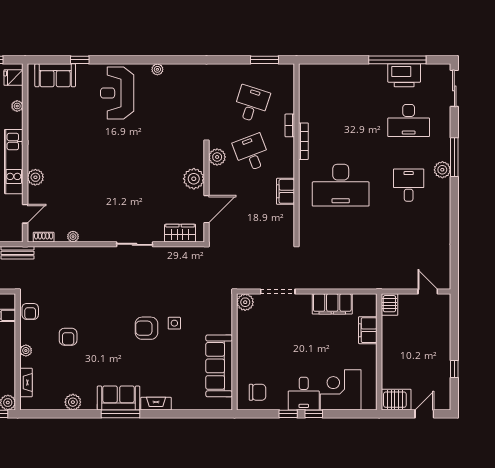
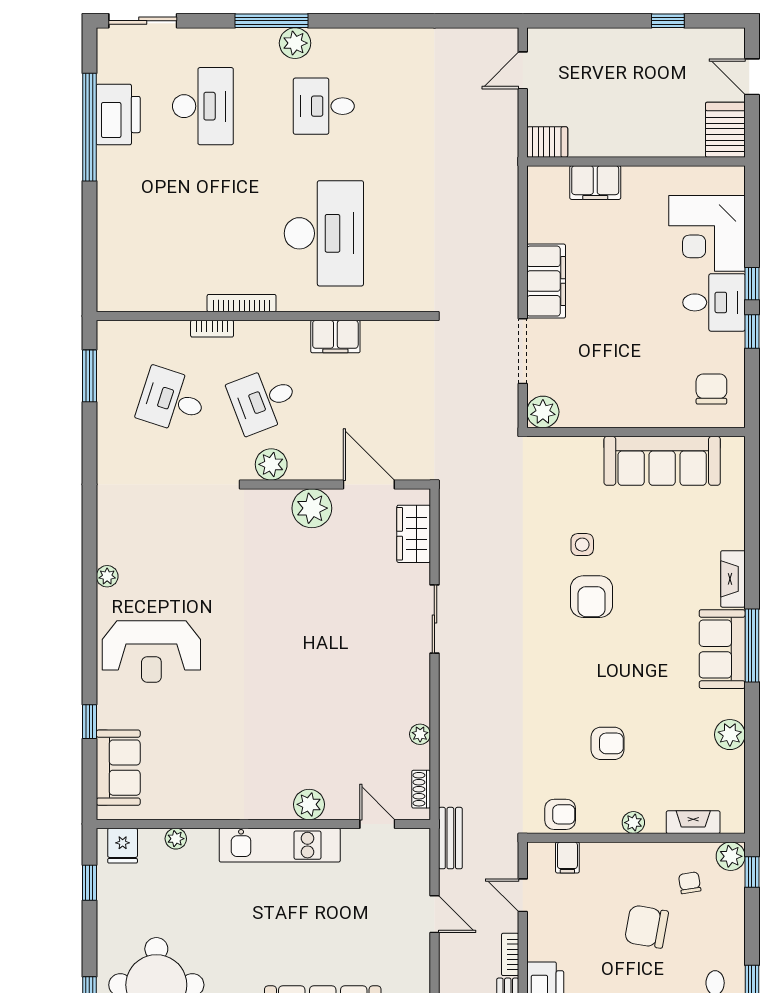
filing cabinet: (332, 304) -> (546, 281), moved

